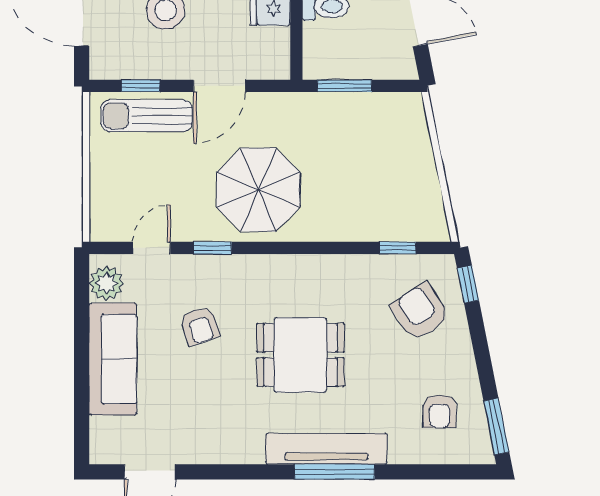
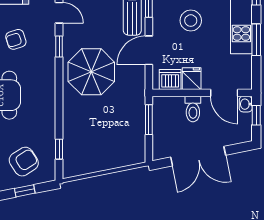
dishwasher: (272, 47) -> (170, 79), added
door: (219, 86) -> (149, 50), hinge flipped
window: (468, 284) -> (25, 191), moved

